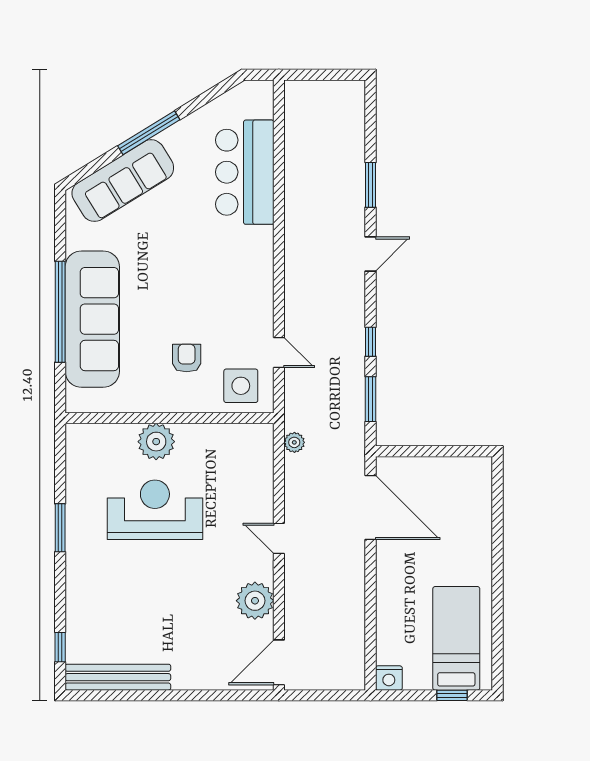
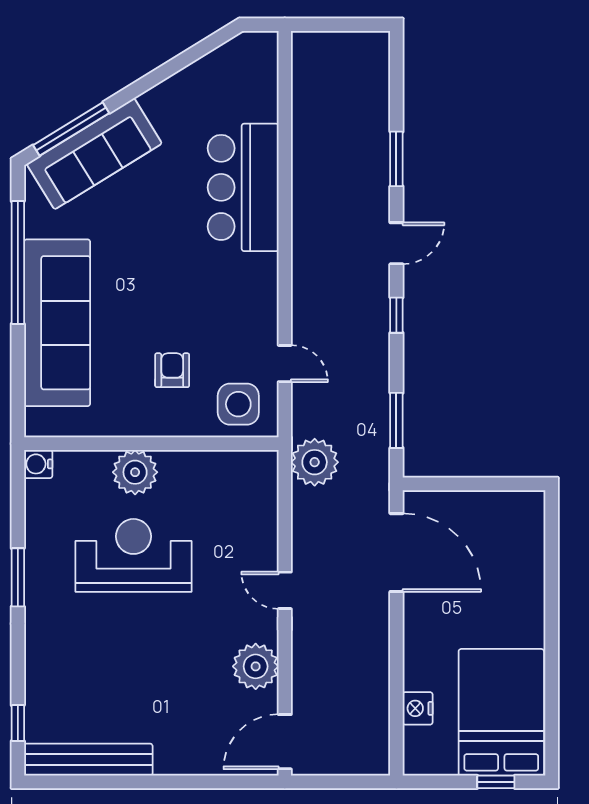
window: (149, 133) -> (71, 129), moved
bar counter: (245, 172) -> (243, 187), moved
window: (60, 312) -> (18, 262), moved
window: (370, 342) -> (396, 315), moved
water cooler: (77, 435) -> (38, 464), added
plant: (294, 442) -> (315, 462), width x1.87, depth x1.87
bed: (456, 638) -> (501, 712), width x1.50
nightstand: (389, 678) -> (418, 708), moved, turned 90

